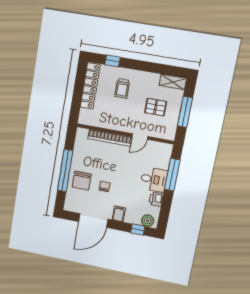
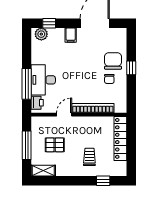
locker: (90, 86) -> (120, 138), moved
window: (65, 171) -> (131, 68), width x0.32
desk: (154, 180) -> (43, 80), width x1.37
chair: (105, 186) -> (109, 79), moved
printer: (156, 199) -> (37, 103), moved

